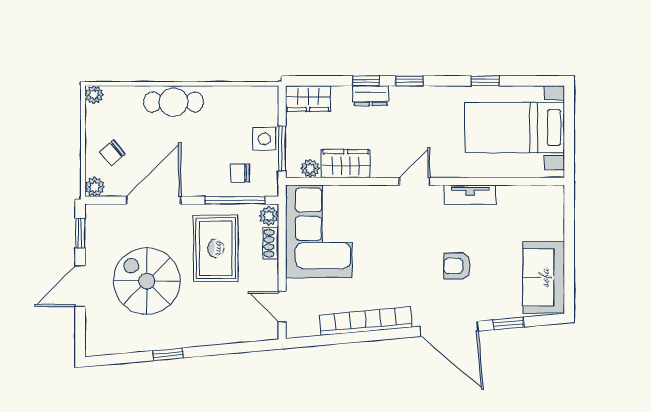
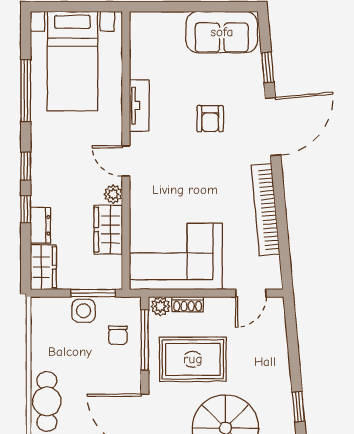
window: (485, 81) -> (26, 91), width x2.17
dresser: (371, 96) -> (40, 225), moved
plant: (310, 169) -> (113, 194), moved

